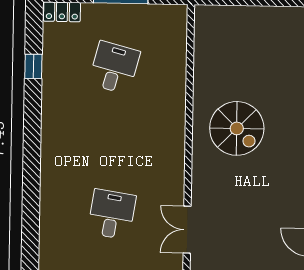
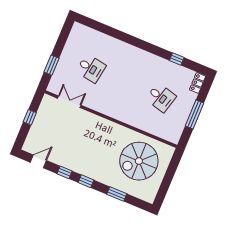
spiral stairs: (237, 128) -> (139, 161), moved, width x1.37, depth x1.37

